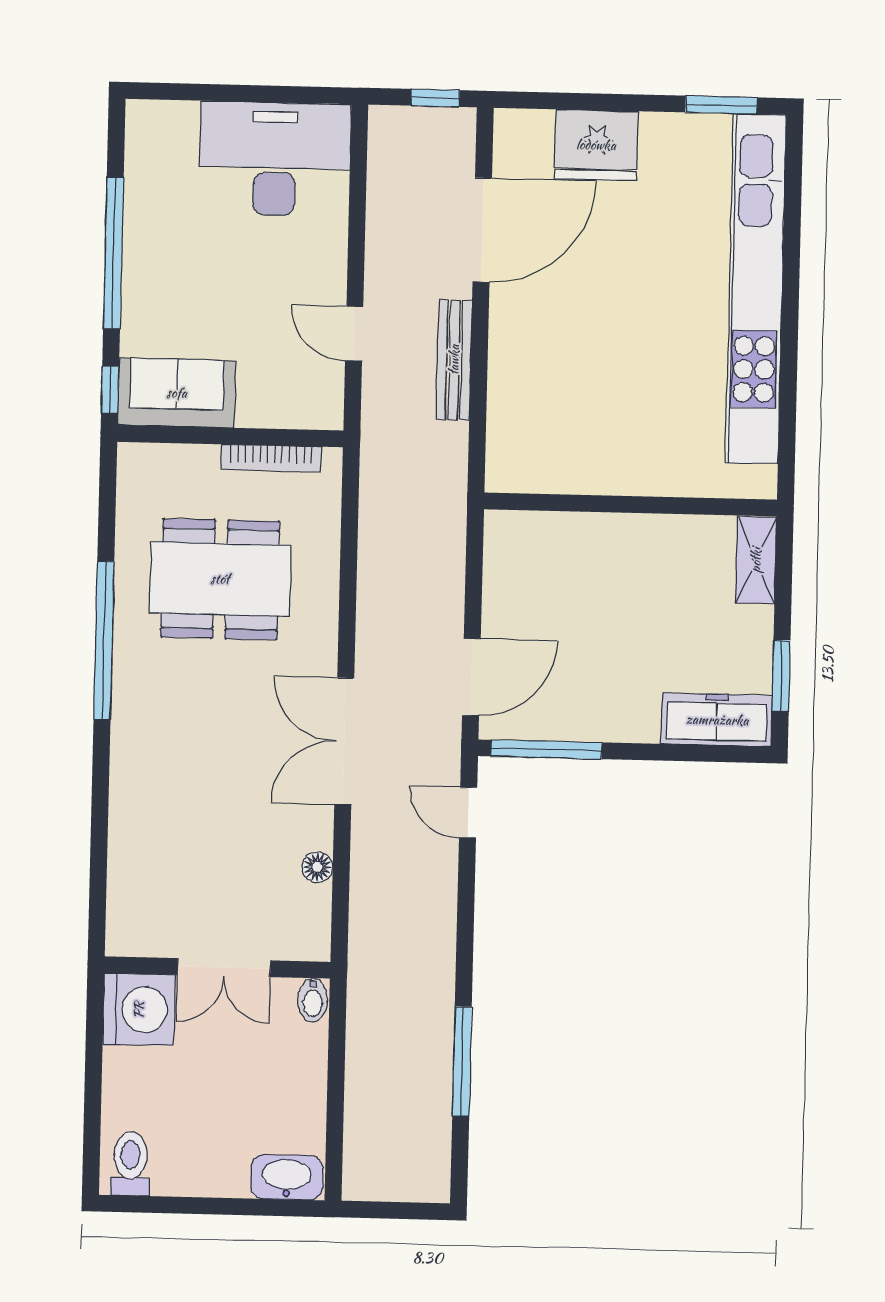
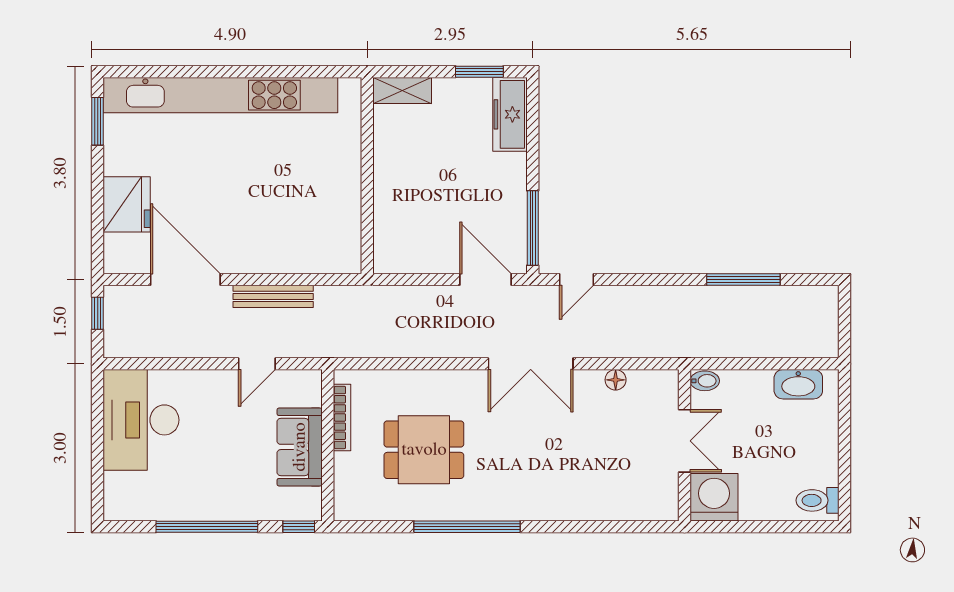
sofa: (177, 393) -> (300, 447), moved
dining table: (220, 579) -> (424, 450), width x0.73
washbasin: (287, 1177) -> (798, 384), moved, turned -90

